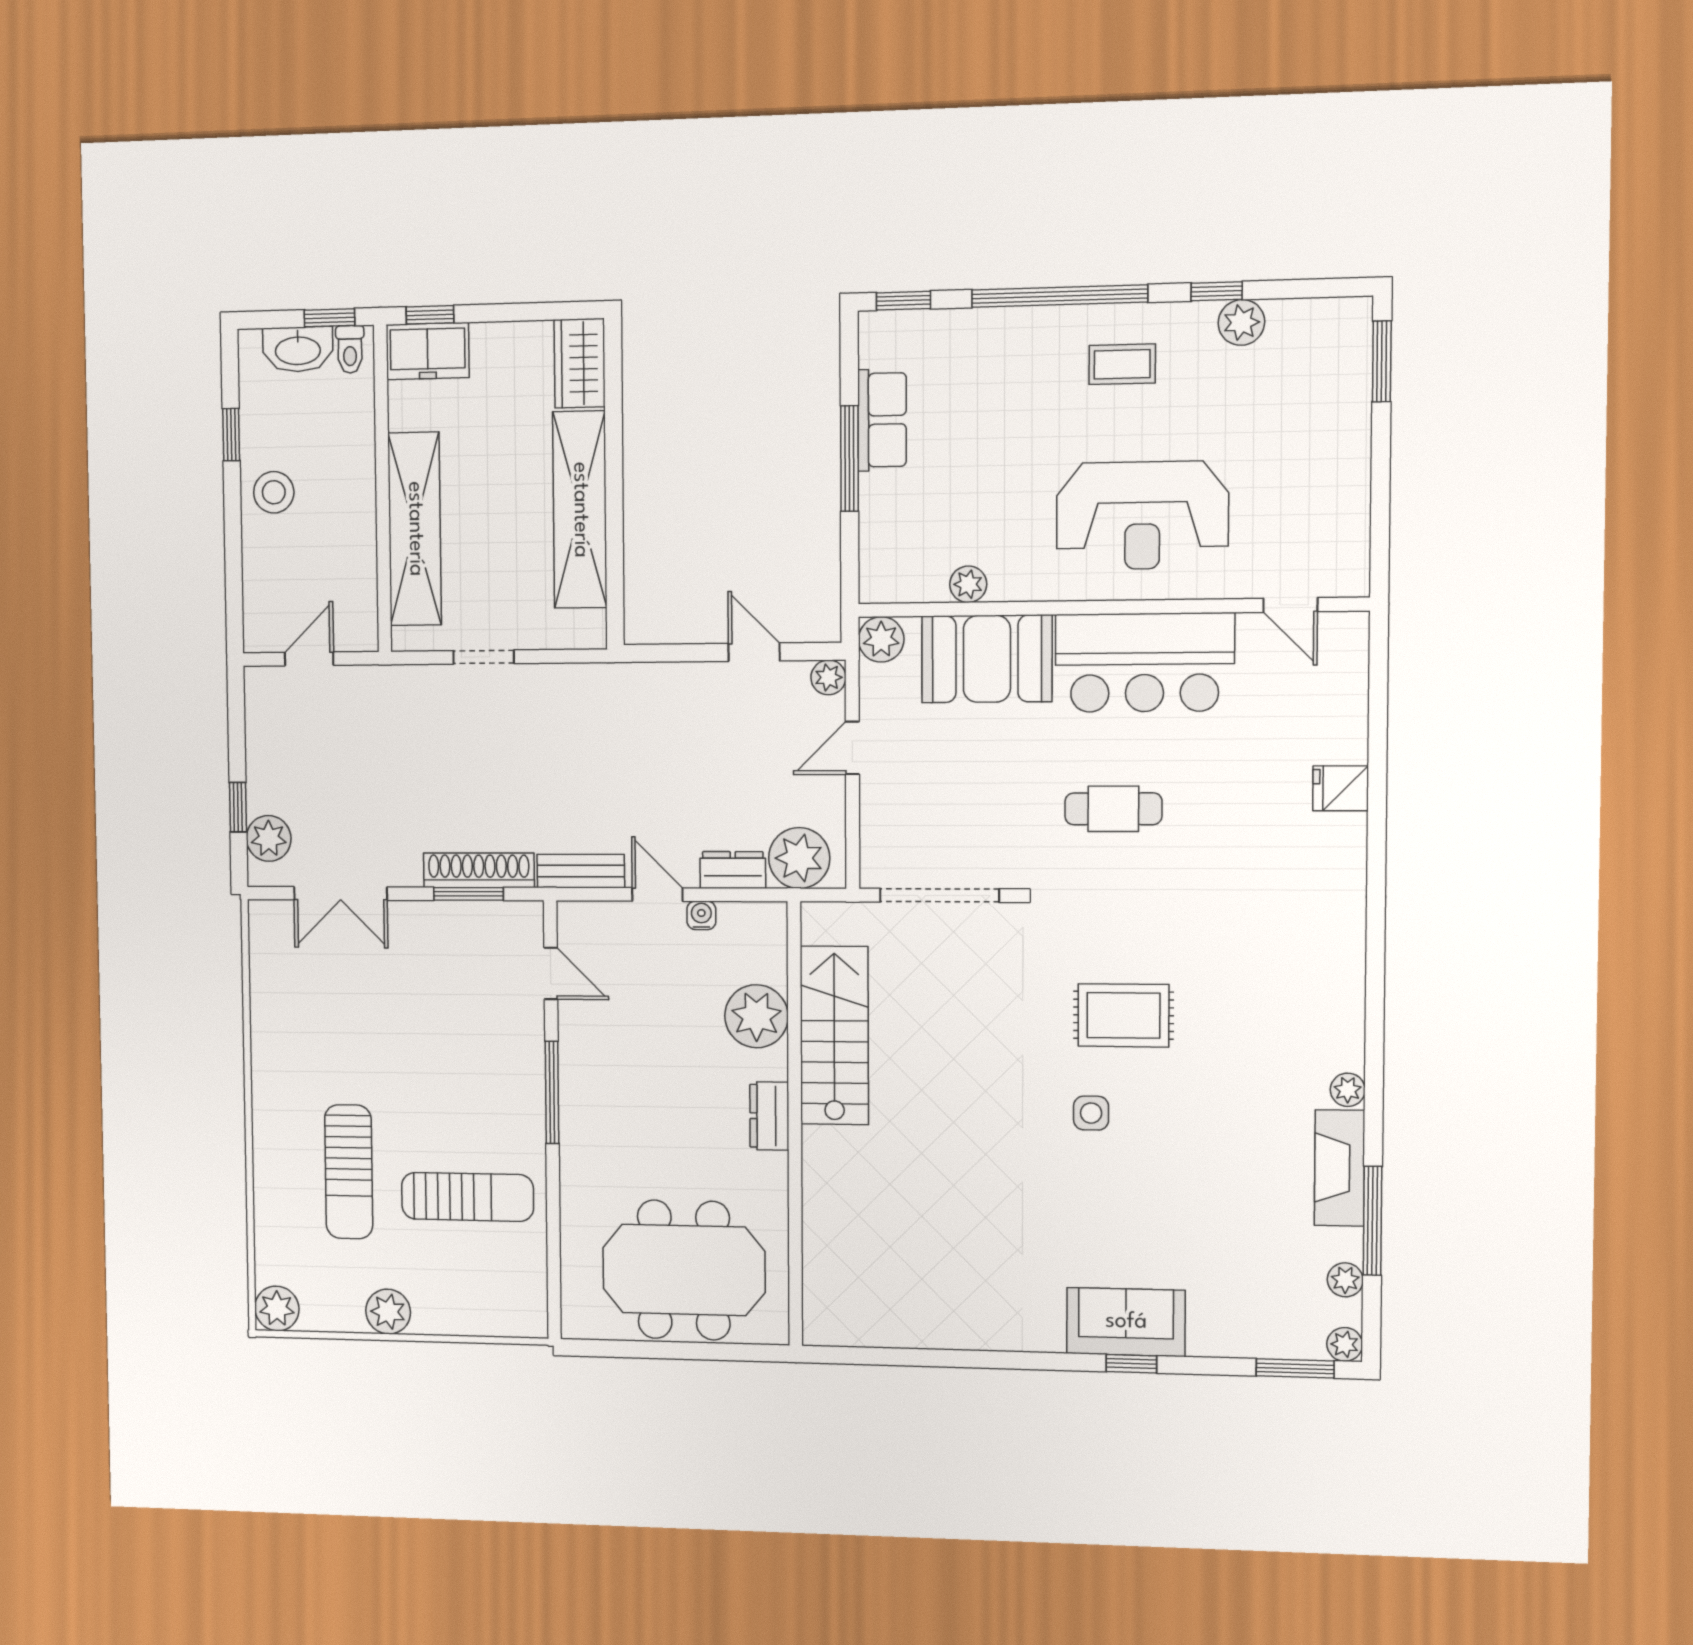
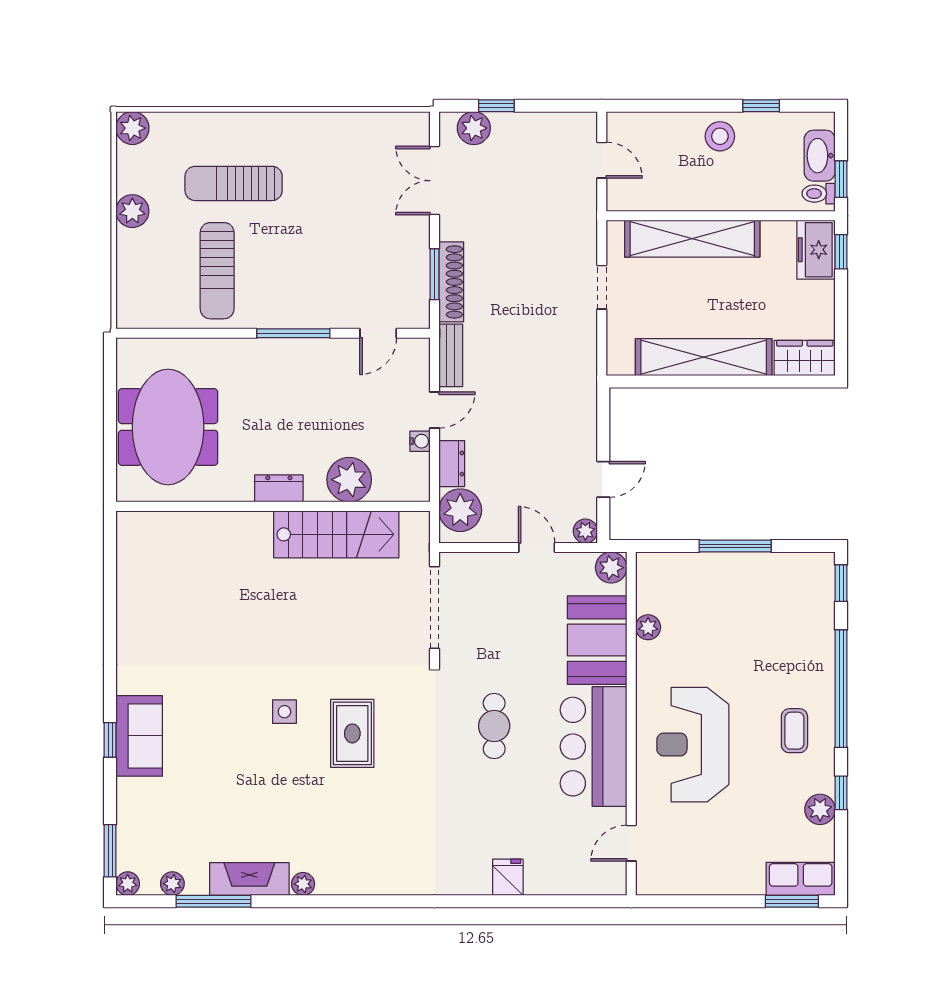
row of seats: (882, 420) -> (801, 879), moved, turned 180

